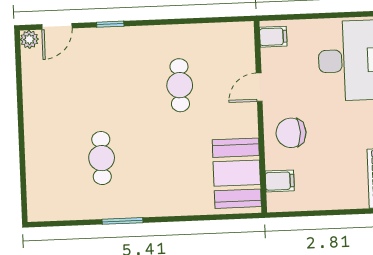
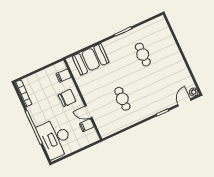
filing cabinet: (273, 37) -> (87, 125), moved
door: (259, 87) -> (88, 112), swing flipped
booth: (237, 173) -> (91, 59), moved, turned 90

